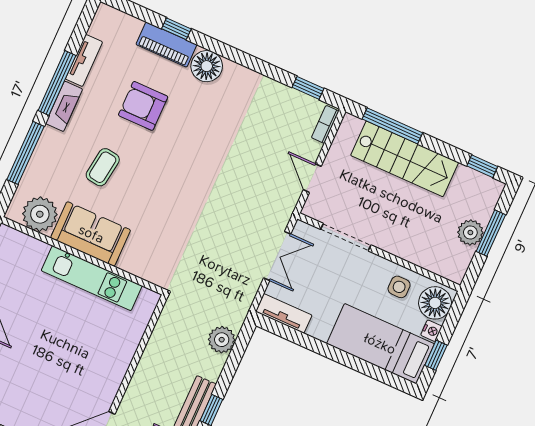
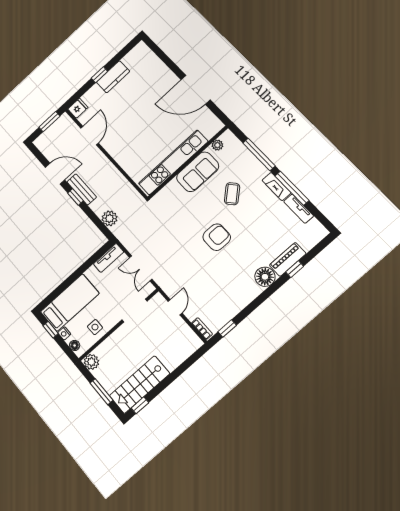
armchair: (143, 106) -> (217, 237), moved
window: (392, 126) -> (185, 366), removed
stairs: (405, 159) -> (139, 385), moved
coffee table: (103, 167) -> (232, 194), turned 41
door: (312, 178) -> (175, 307), hinge flipped
plant: (40, 214) -> (217, 145), width x0.53, depth x0.53
plant: (470, 232) -> (91, 362), moved
kitchen unit: (92, 278) -> (173, 162), width x1.36
floor lamp: (435, 303) -> (75, 345), width x0.53, depth x0.53

